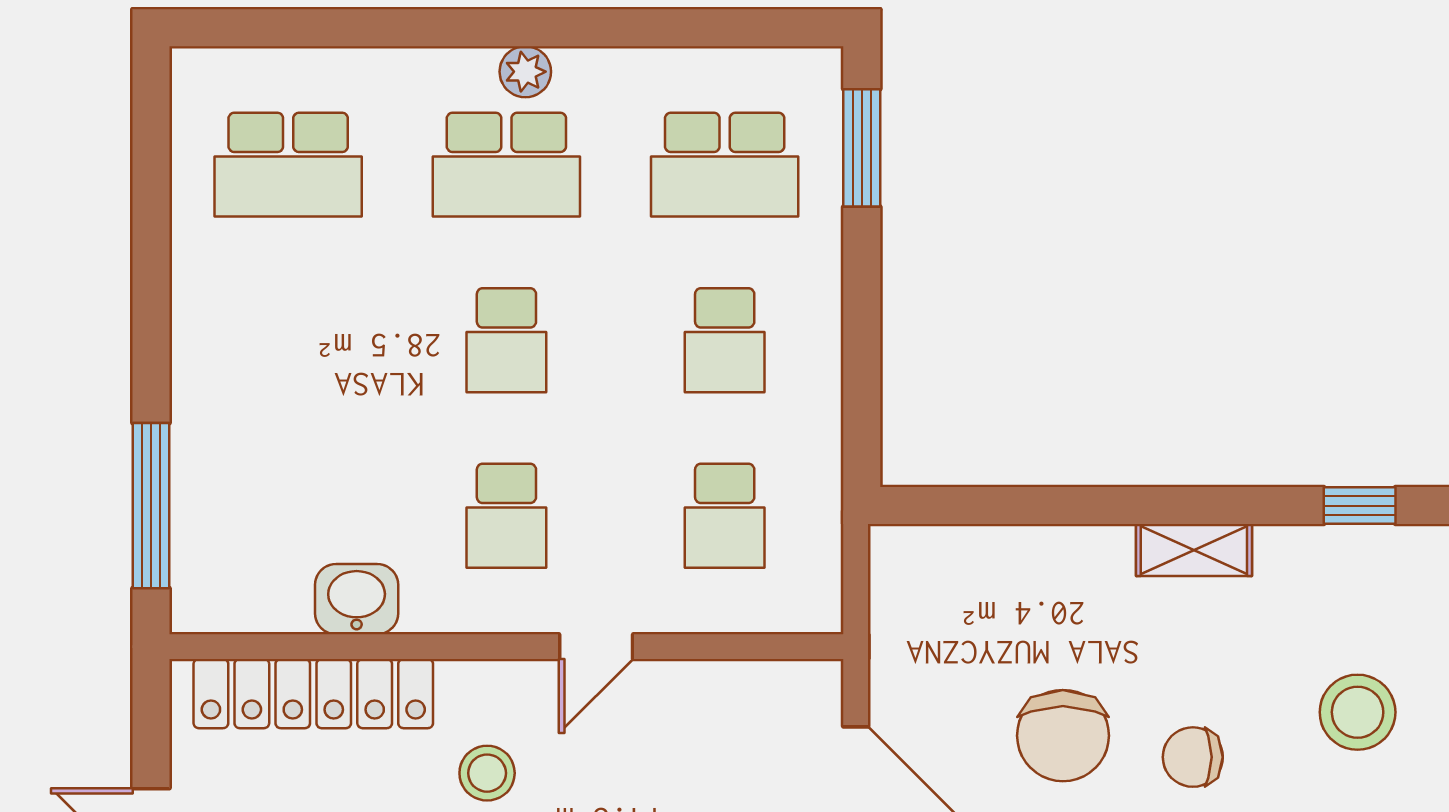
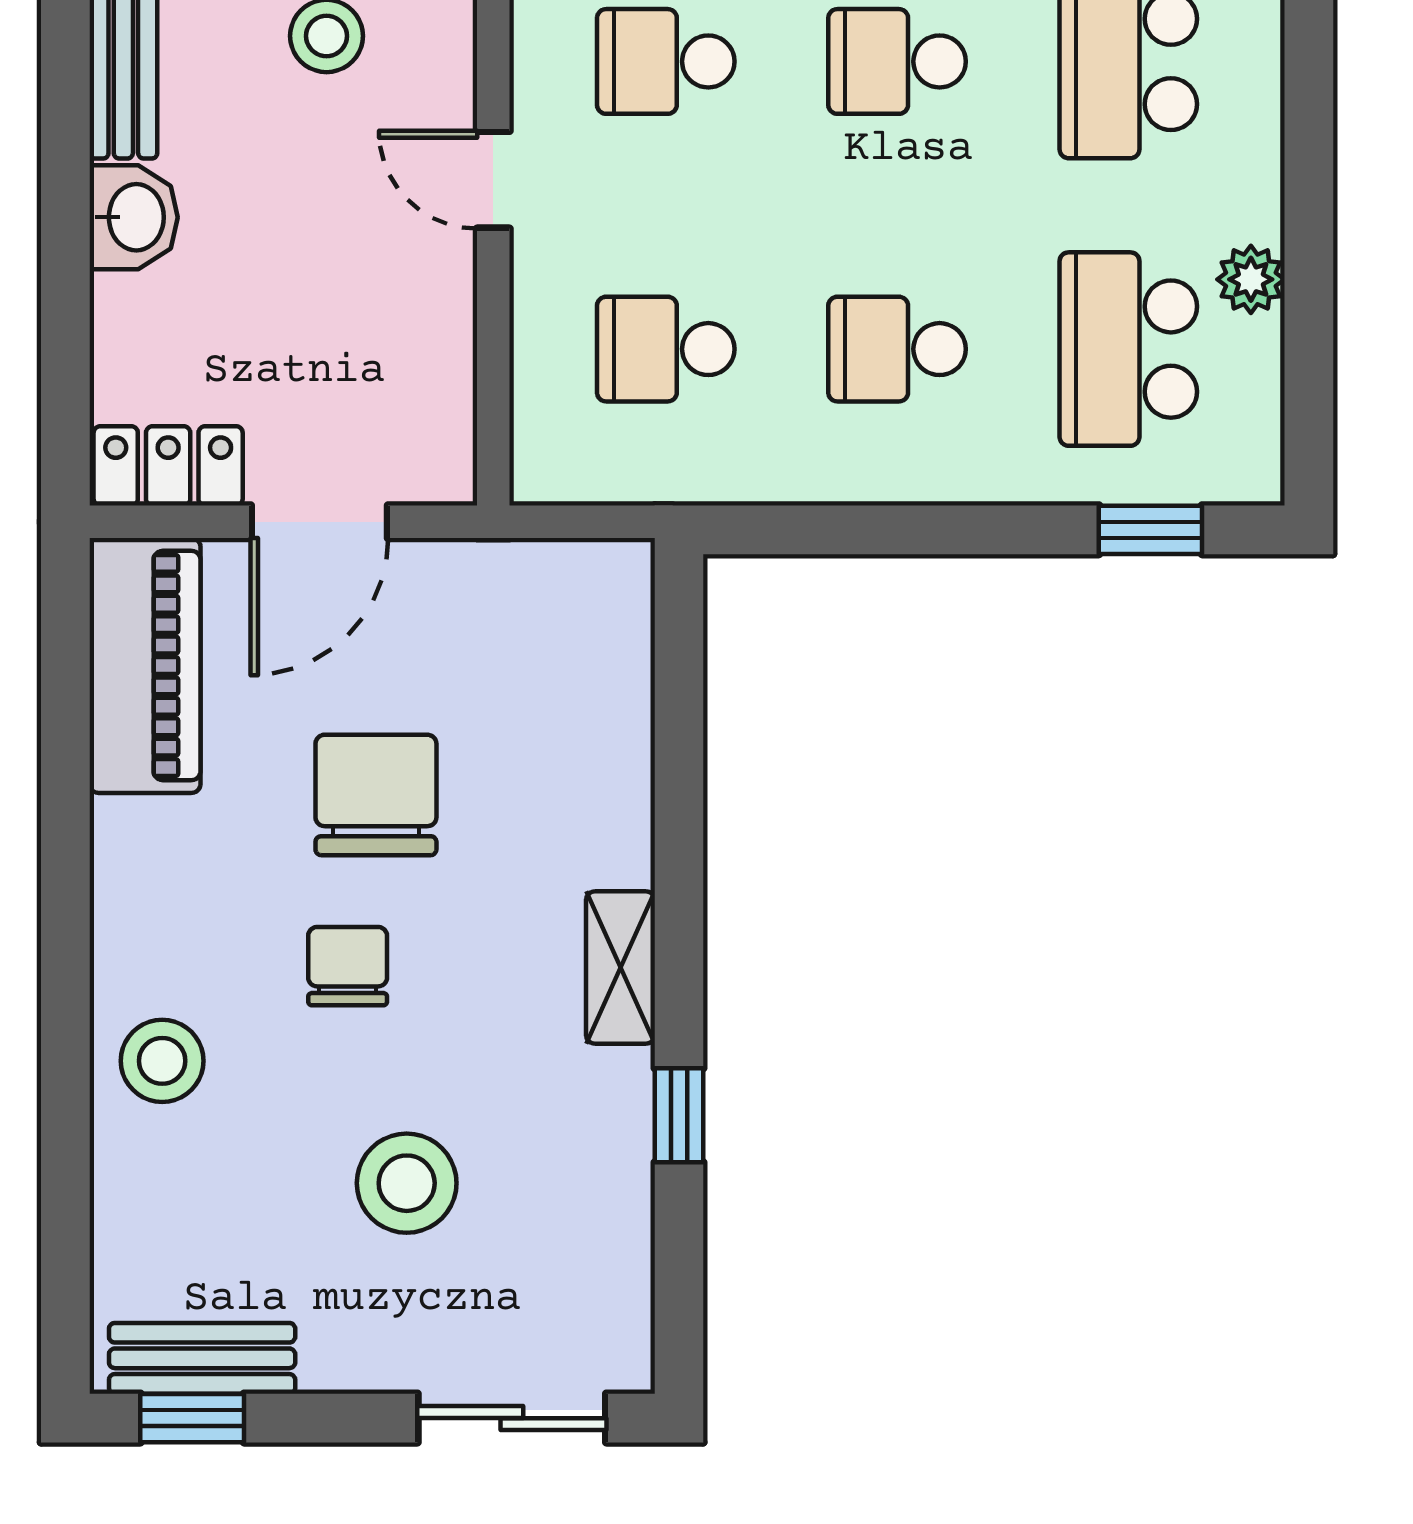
plant: (525, 72) -> (1251, 279), moved
window: (862, 148) -> (1150, 530), width x0.67
window: (1360, 506) -> (679, 1115), moved
chair: (1063, 736) -> (376, 795), turned 90

